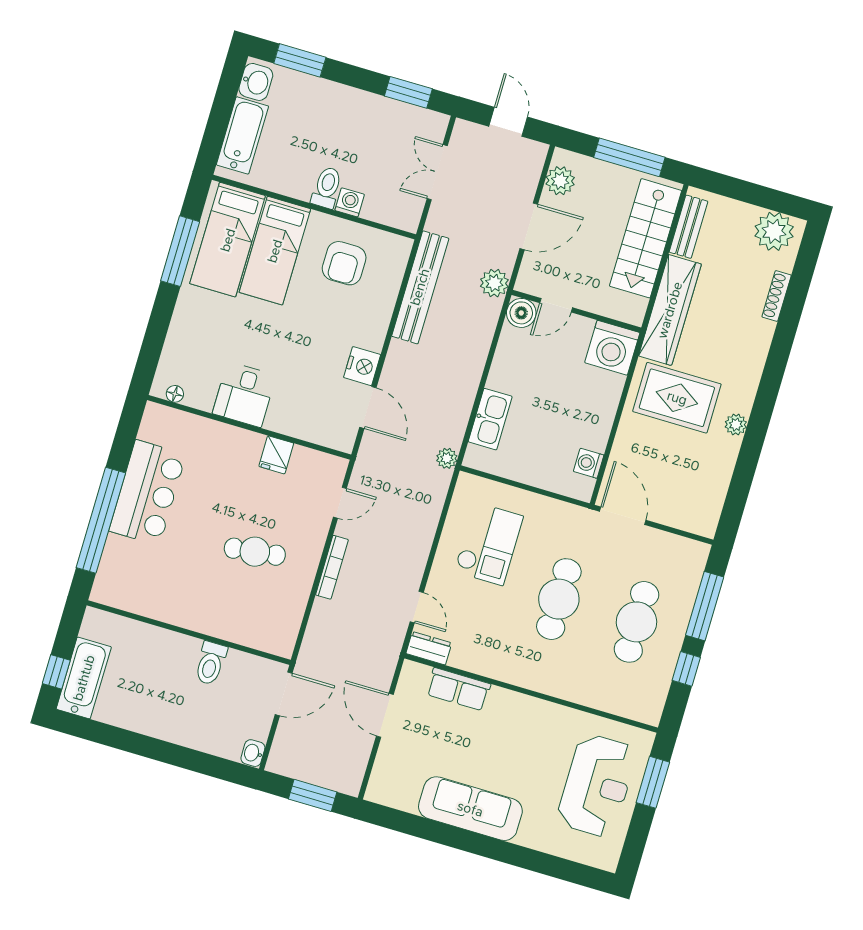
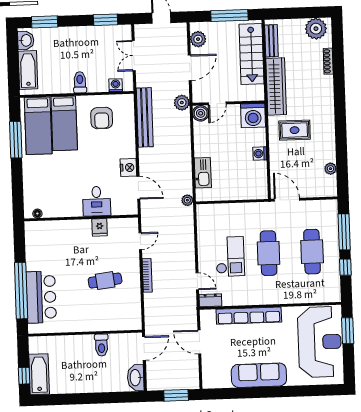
washing machine: (350, 202) -> (116, 85), moved
desk: (244, 394) -> (97, 201), moved
rug: (677, 398) -> (295, 130), width x0.73, depth x0.70
plant: (736, 425) -> (330, 169), moved
washing machine: (589, 463) -> (260, 154), moved
bar counter: (147, 493) -> (41, 297), moved
checkout: (489, 544) -> (230, 257), moved
row of seats: (458, 689) -> (249, 316), width x2.02
washbasin: (253, 753) -> (136, 378), width x1.91, depth x1.45
reception desk: (597, 786) -> (320, 342), width x1.36, depth x1.30

